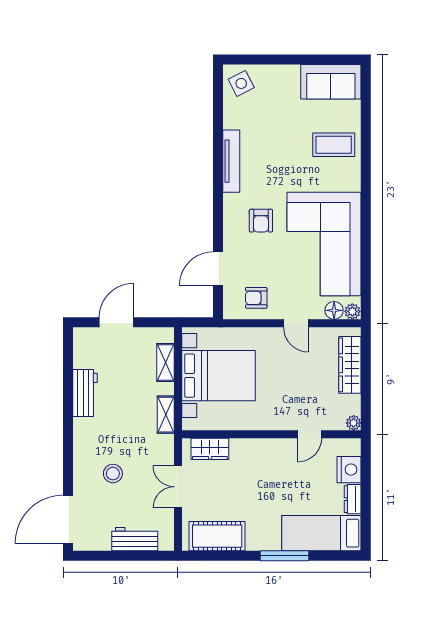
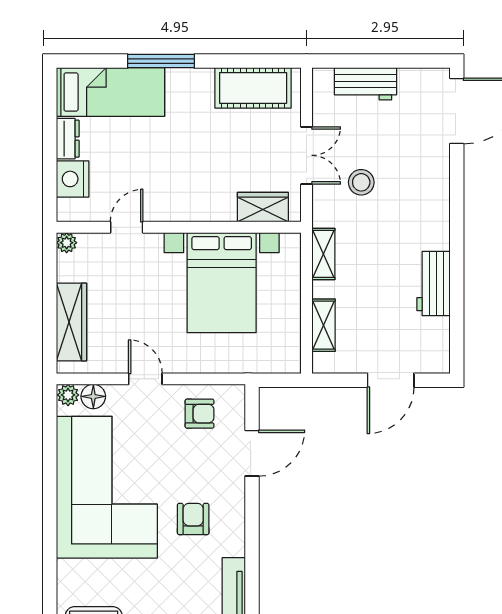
bed with nightstands: (218, 376) -> (222, 283), moved, turned -90
stool: (113, 474) -> (361, 182), moved

